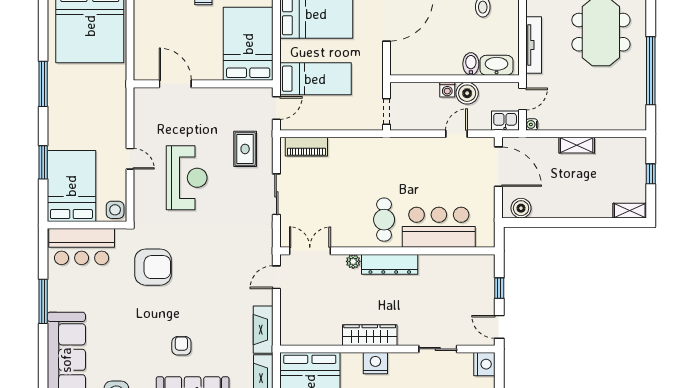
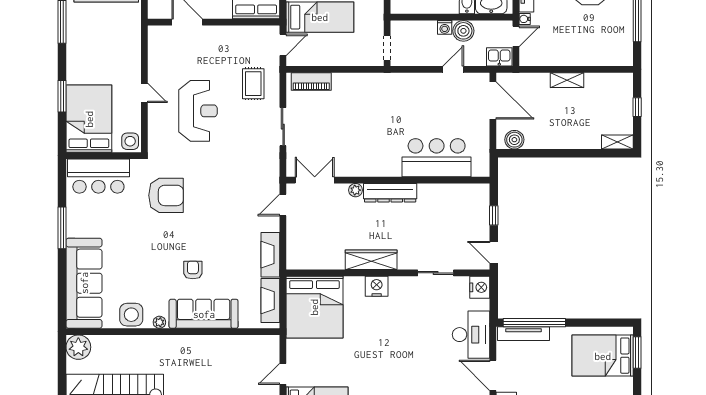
water cooler: (532, 124) -> (525, 19), moved
cafe table: (384, 220) -> (385, 151), removed

